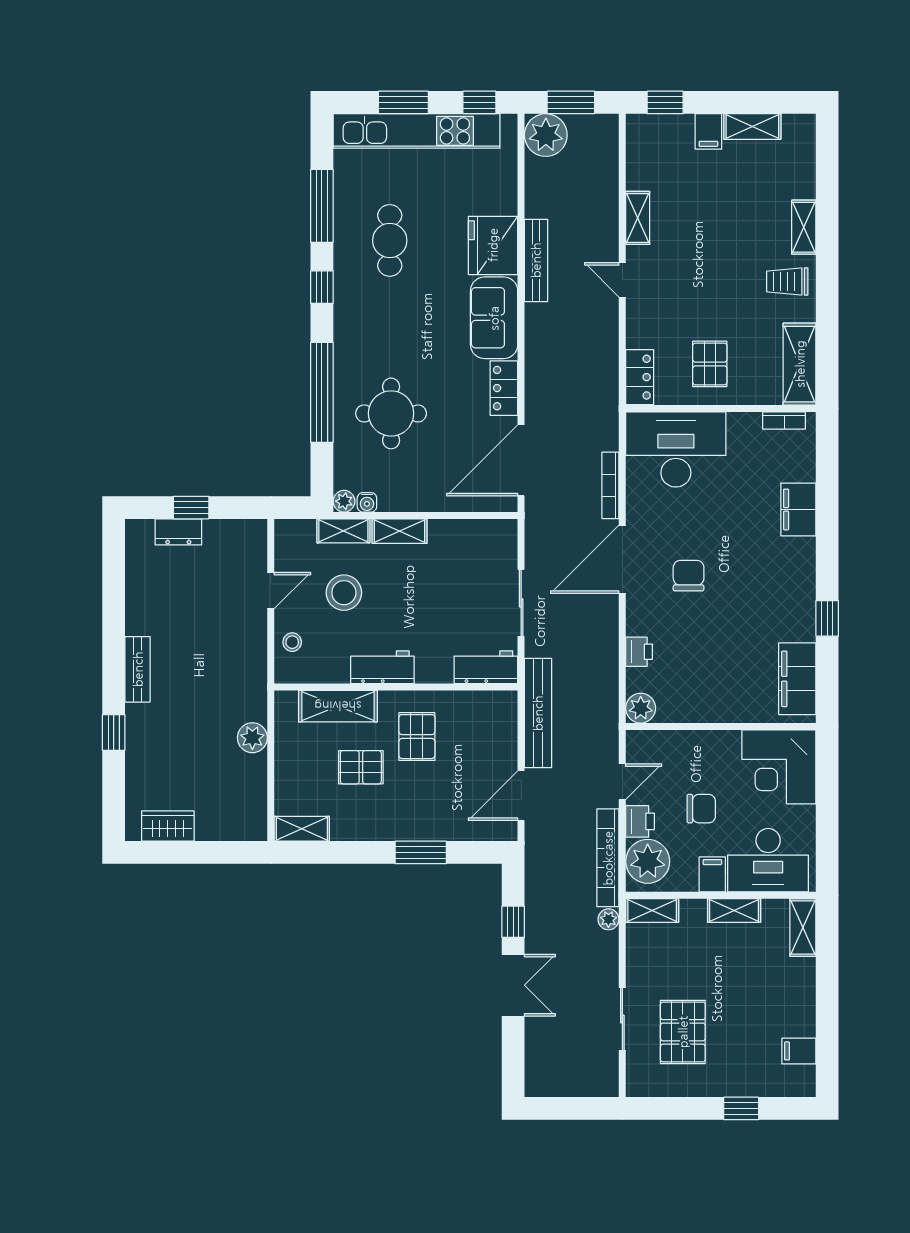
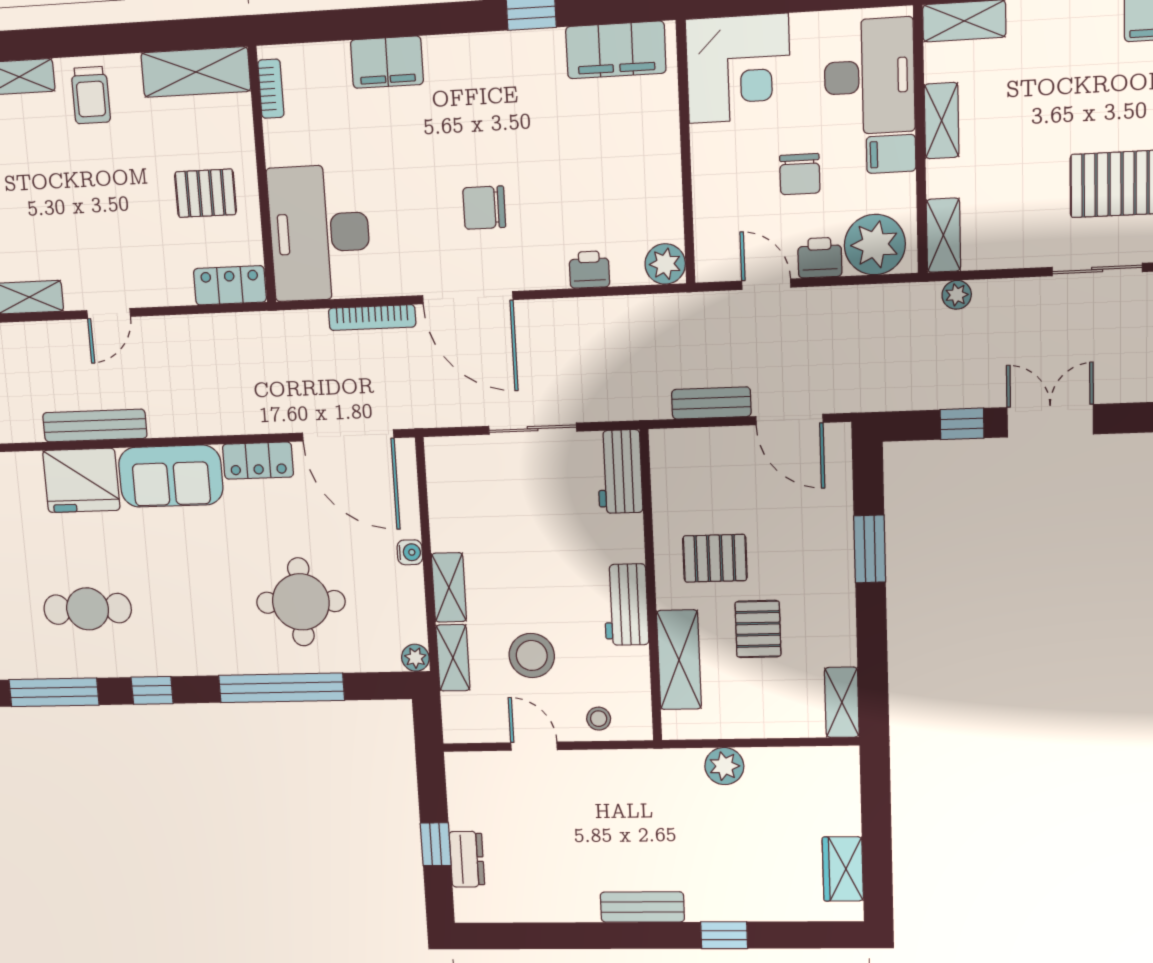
water cooler: (367, 502) -> (410, 552), moved
bench: (538, 713) -> (711, 403), width x0.54, depth x0.82
chair: (701, 809) -> (800, 174), turned 180
bookcase: (608, 858) -> (871, 299), removed

